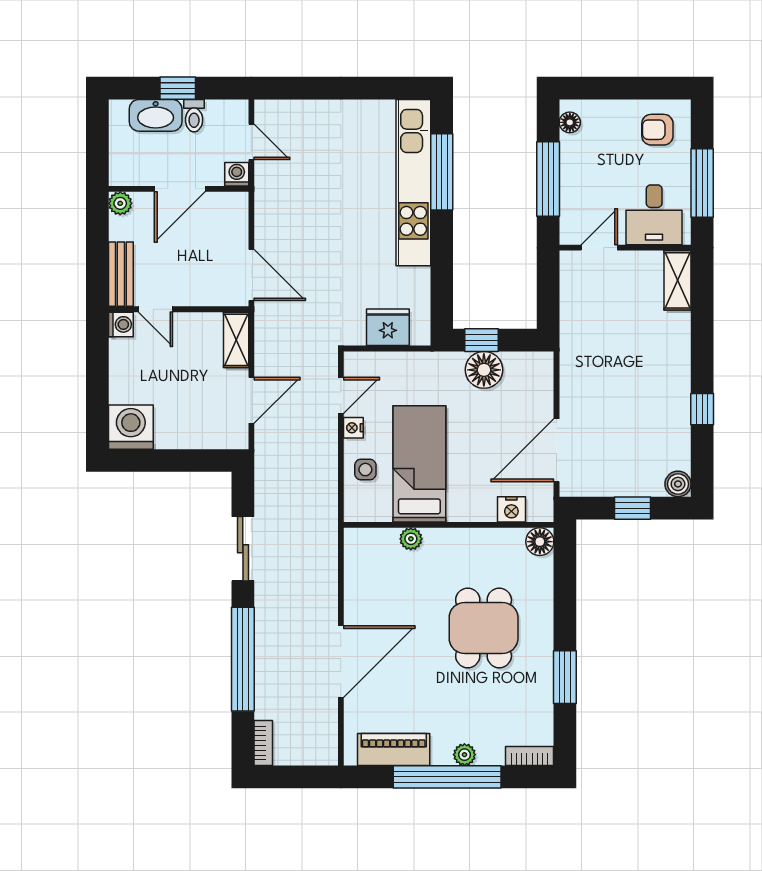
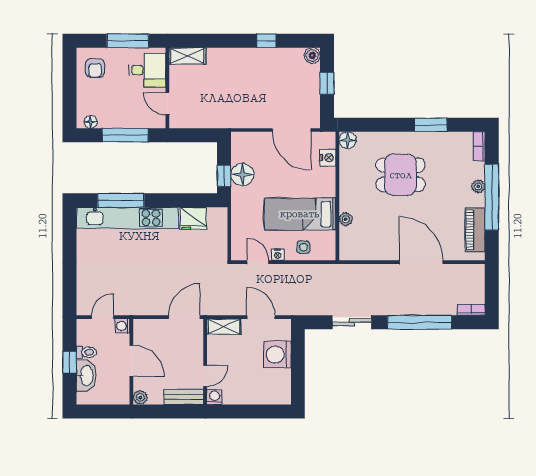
fridge: (388, 327) -> (193, 218), moved, turned -90
washing machine: (131, 427) -> (277, 354), moved

